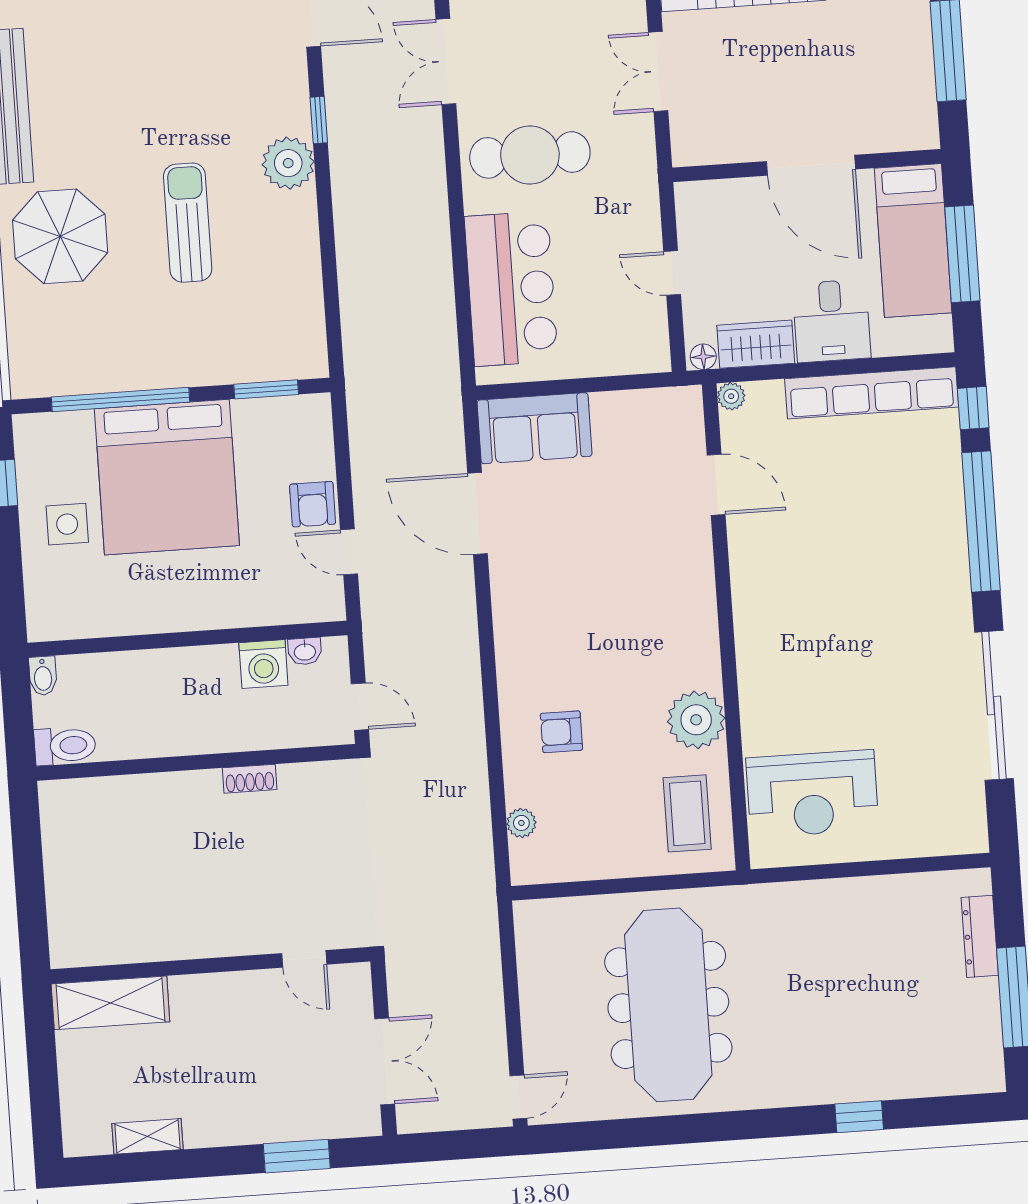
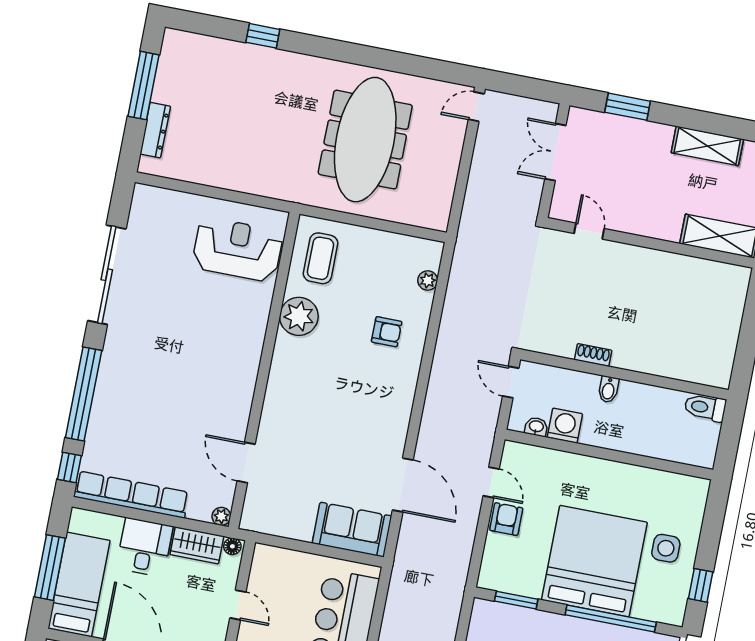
bidet: (43, 676) -> (608, 389), moved, turned 180
shelving: (148, 1136) -> (707, 146), width x1.50, depth x1.33

